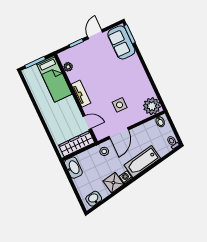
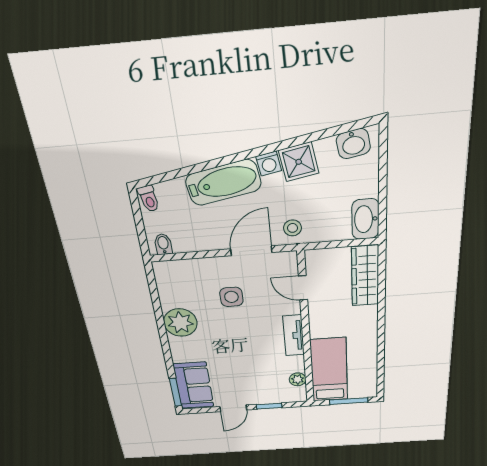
plant: (152, 106) -> (180, 323), moved
wardrobe: (77, 144) -> (365, 276), moved, turned 90

